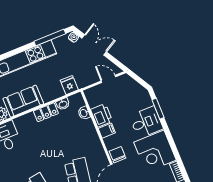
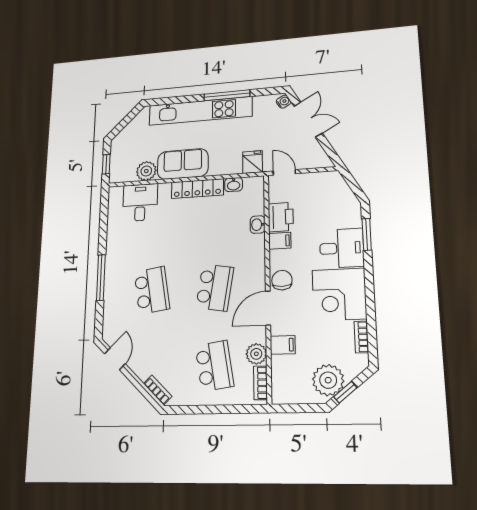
window: (50, 37) -> (227, 95), moved
door: (108, 79) -> (284, 172), moved
locker: (46, 112) -> (197, 189), width x1.53
washbasin: (84, 113) -> (258, 225), moved

